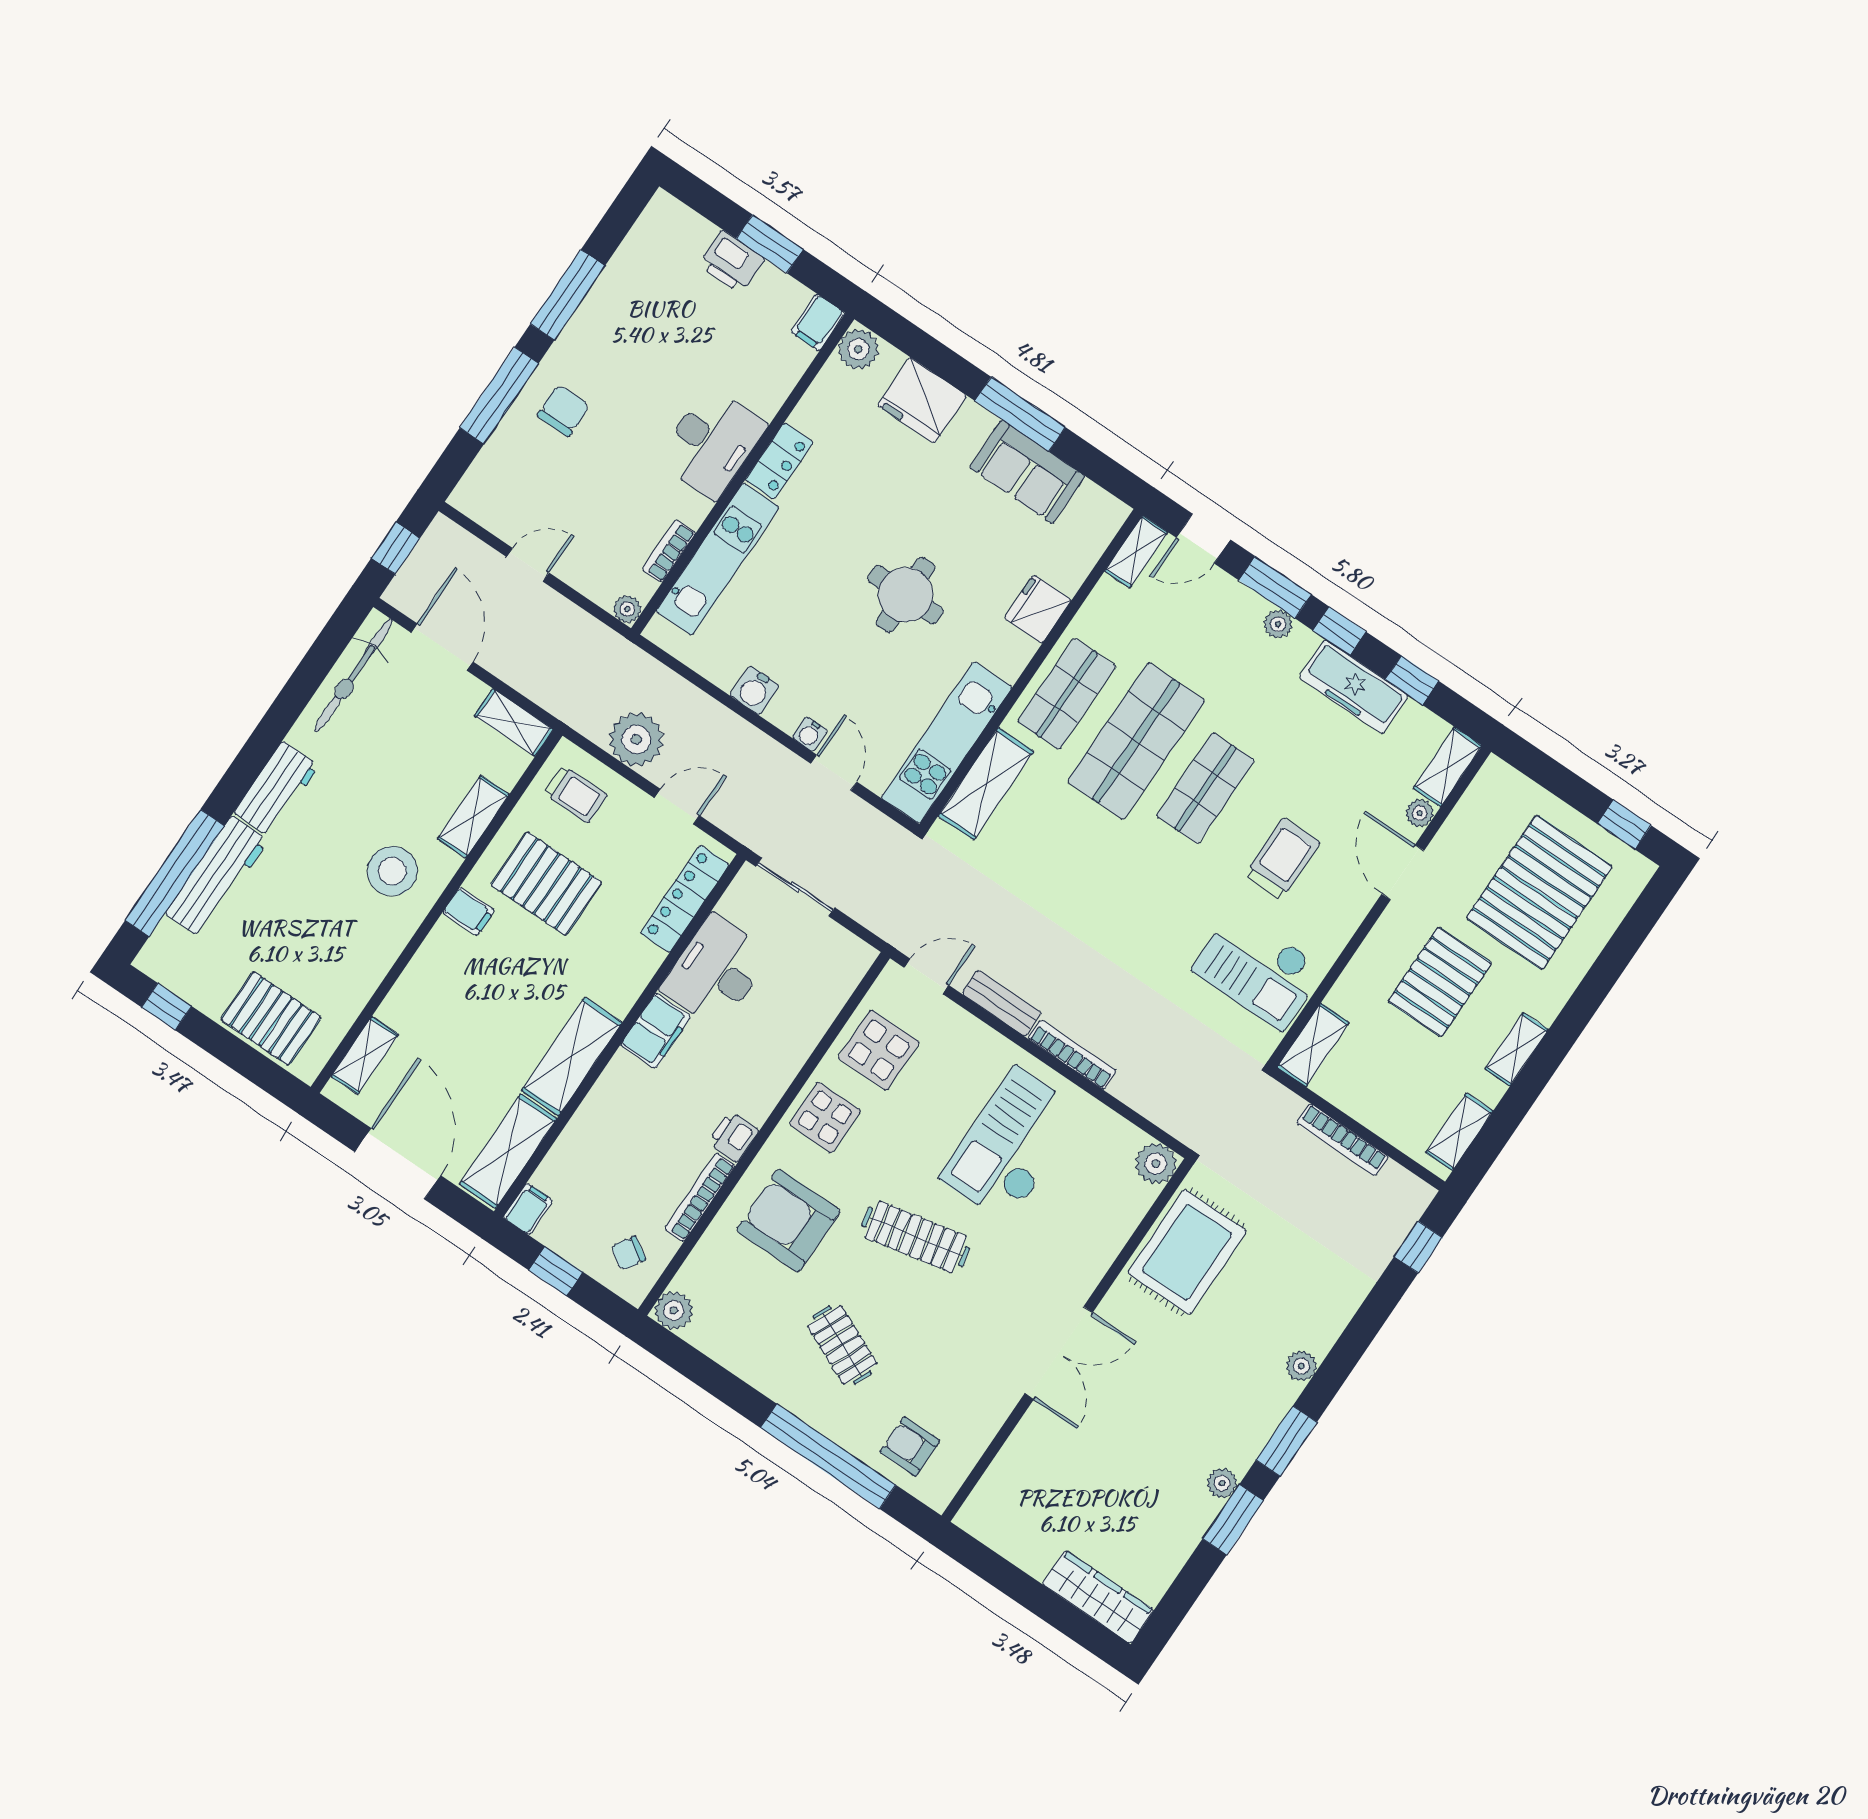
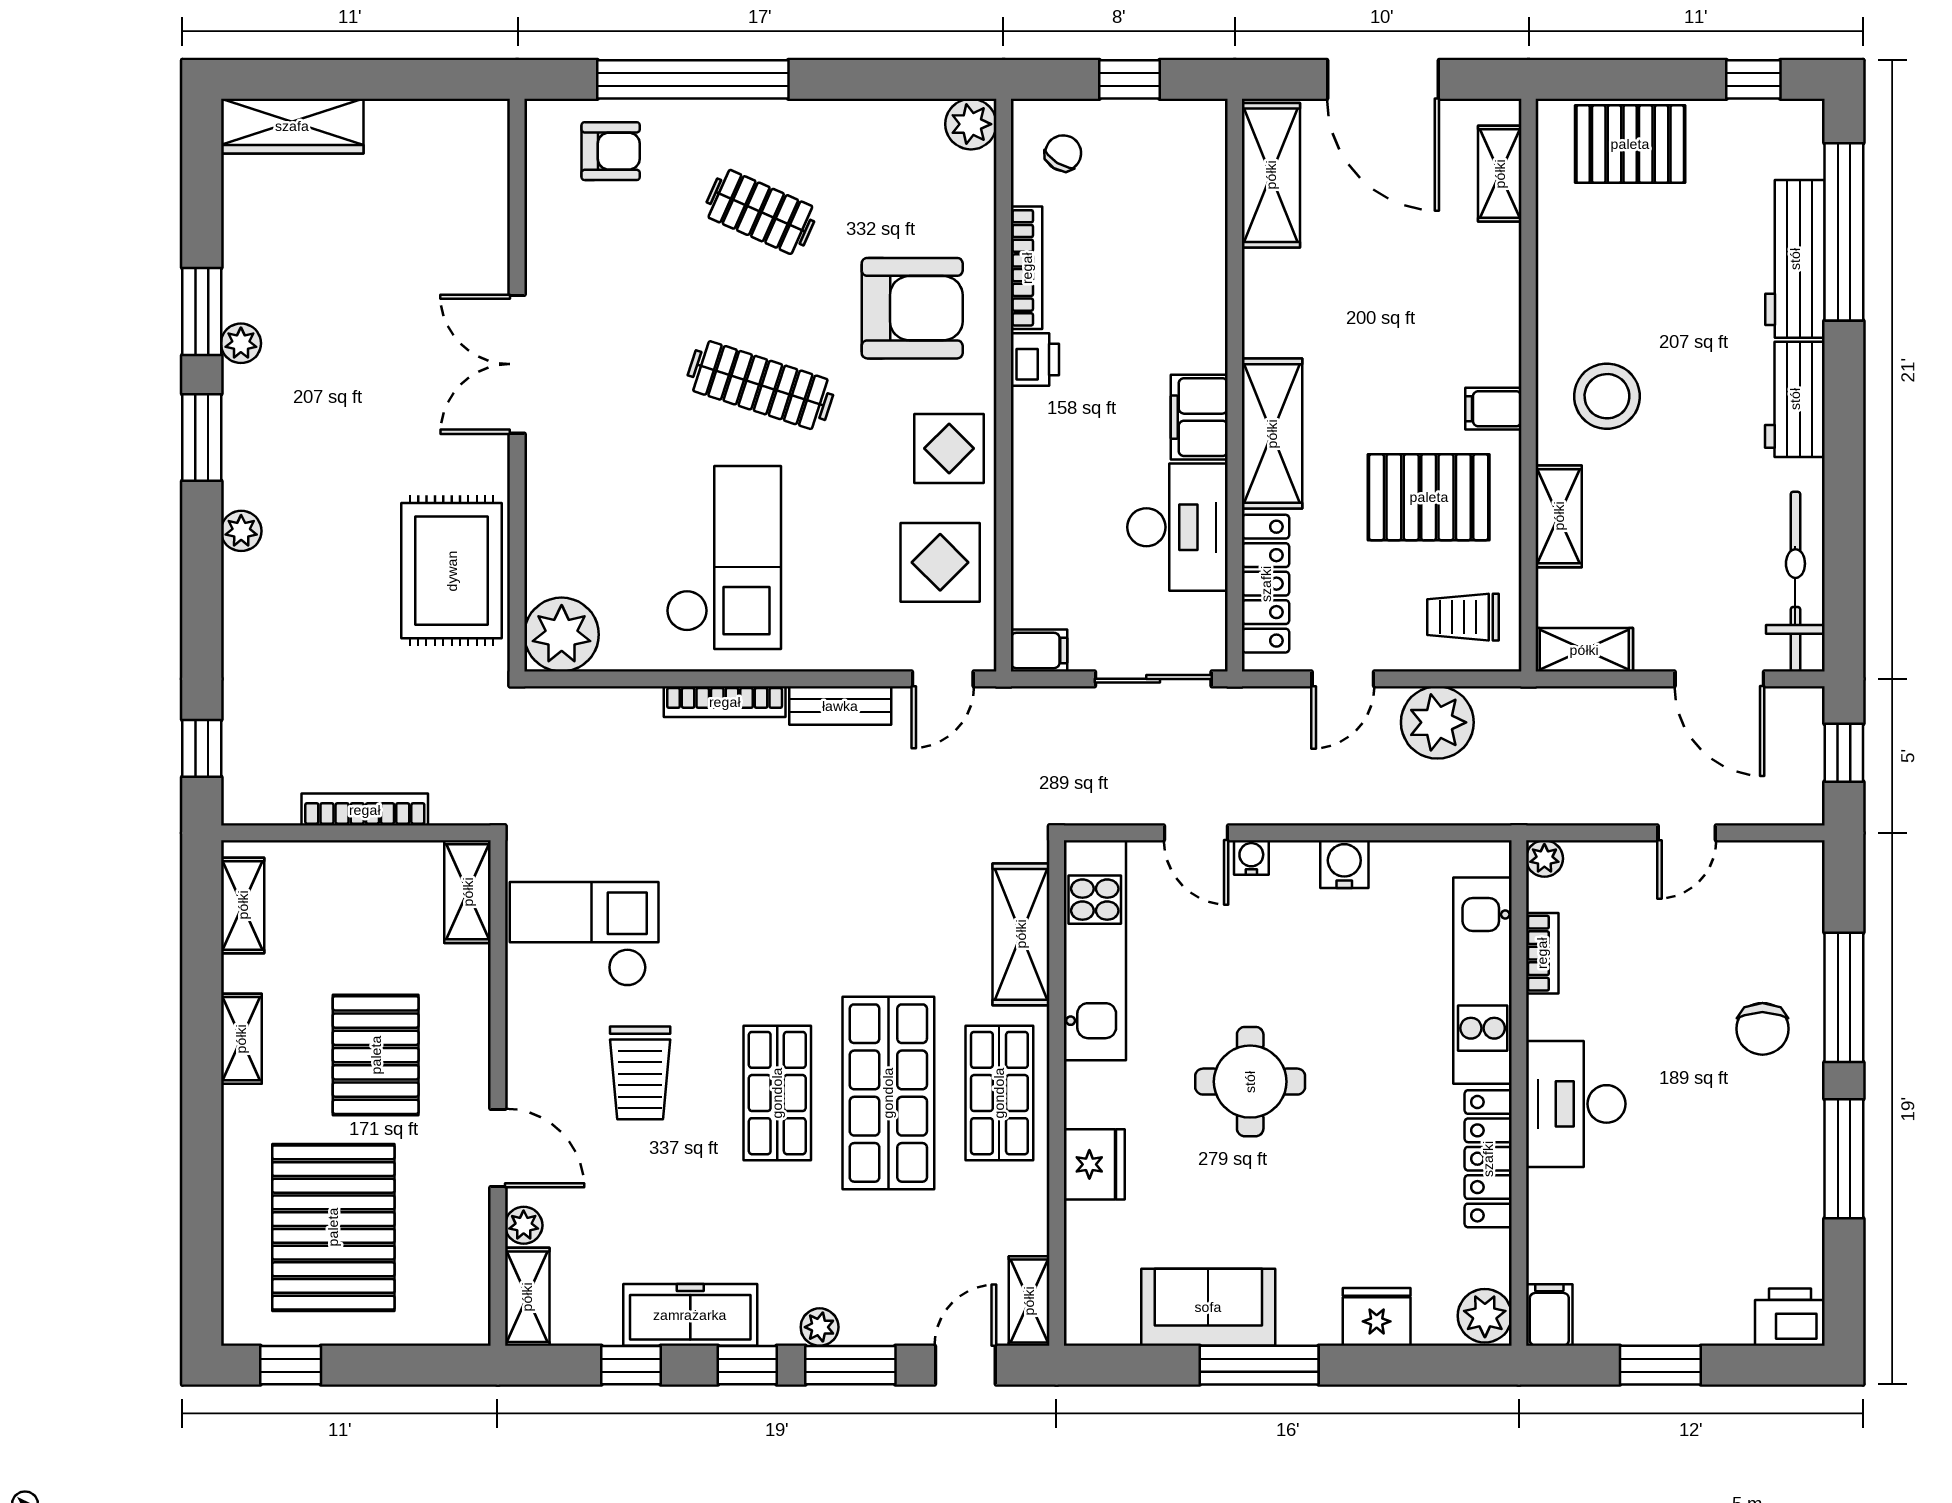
printer: (732, 262) -> (1790, 1317), moved
fridge: (922, 401) -> (1377, 1317), width x0.73, depth x0.75
locker: (779, 461) -> (1488, 1159), width x1.53
shelving: (572, 1056) -> (1272, 434), moved
plant: (1156, 1164) -> (562, 635), width x1.36, depth x1.36
filing cabinet: (528, 1209) -> (1039, 650), moved, turned -90
clothes rail: (916, 1237) -> (760, 385), turned 30

